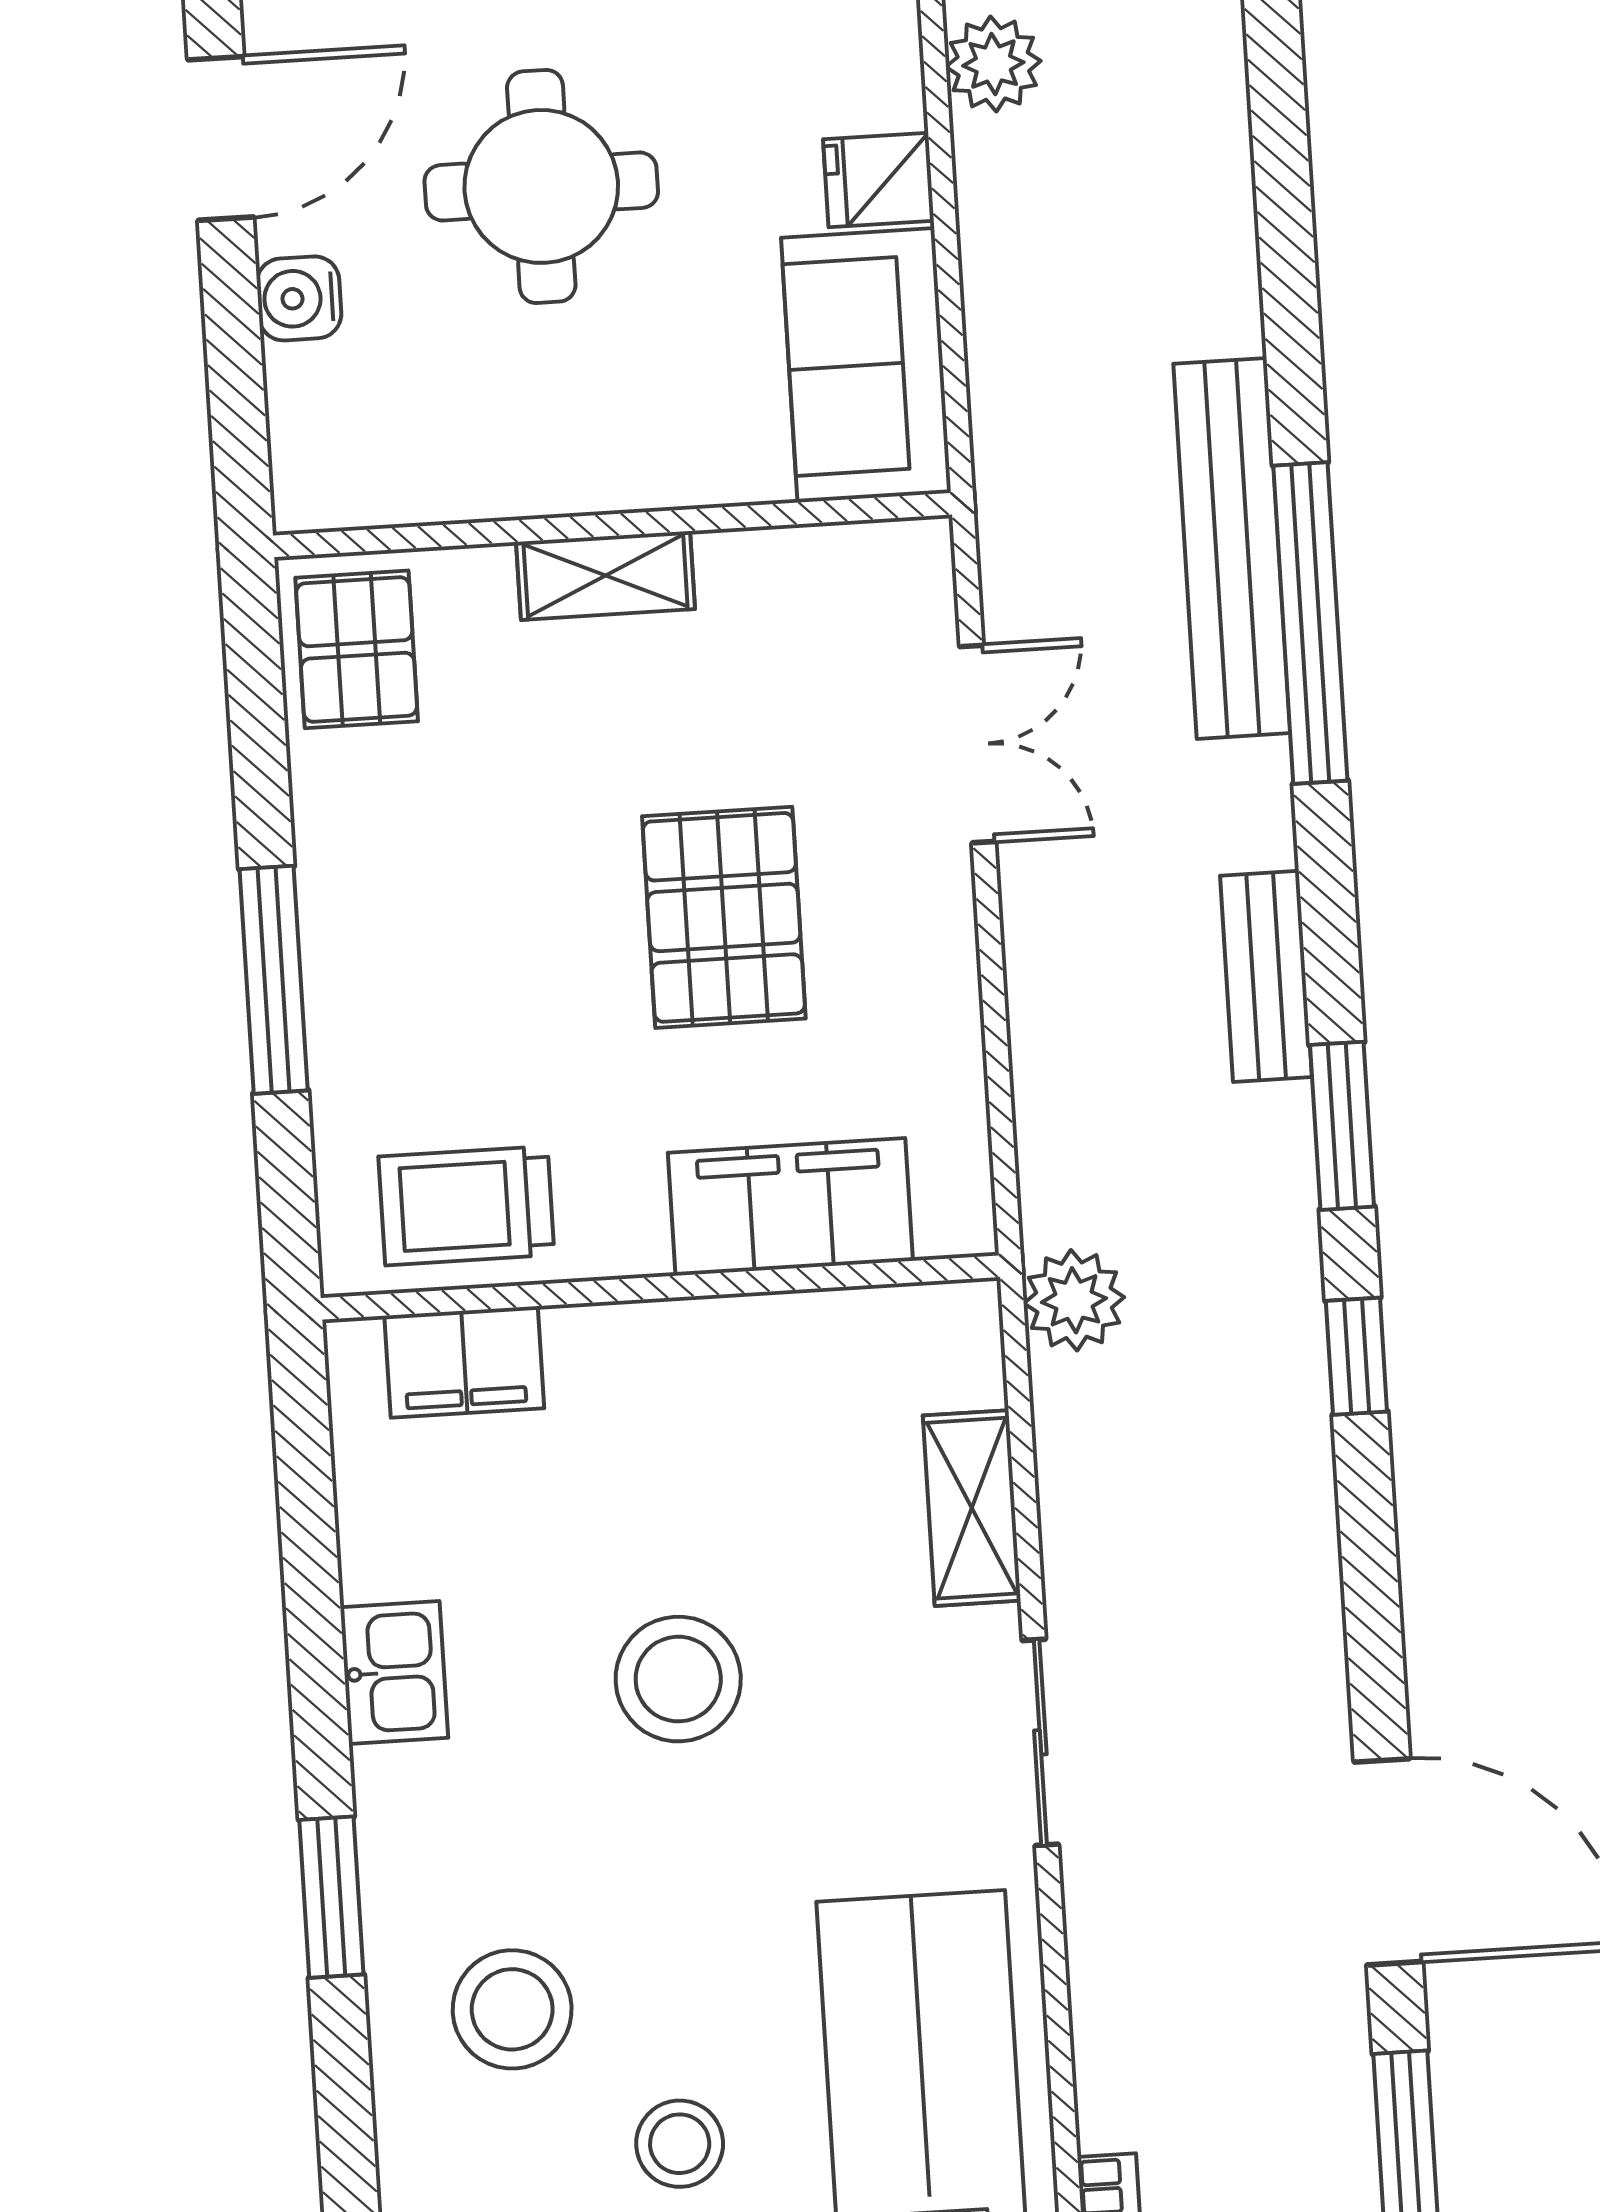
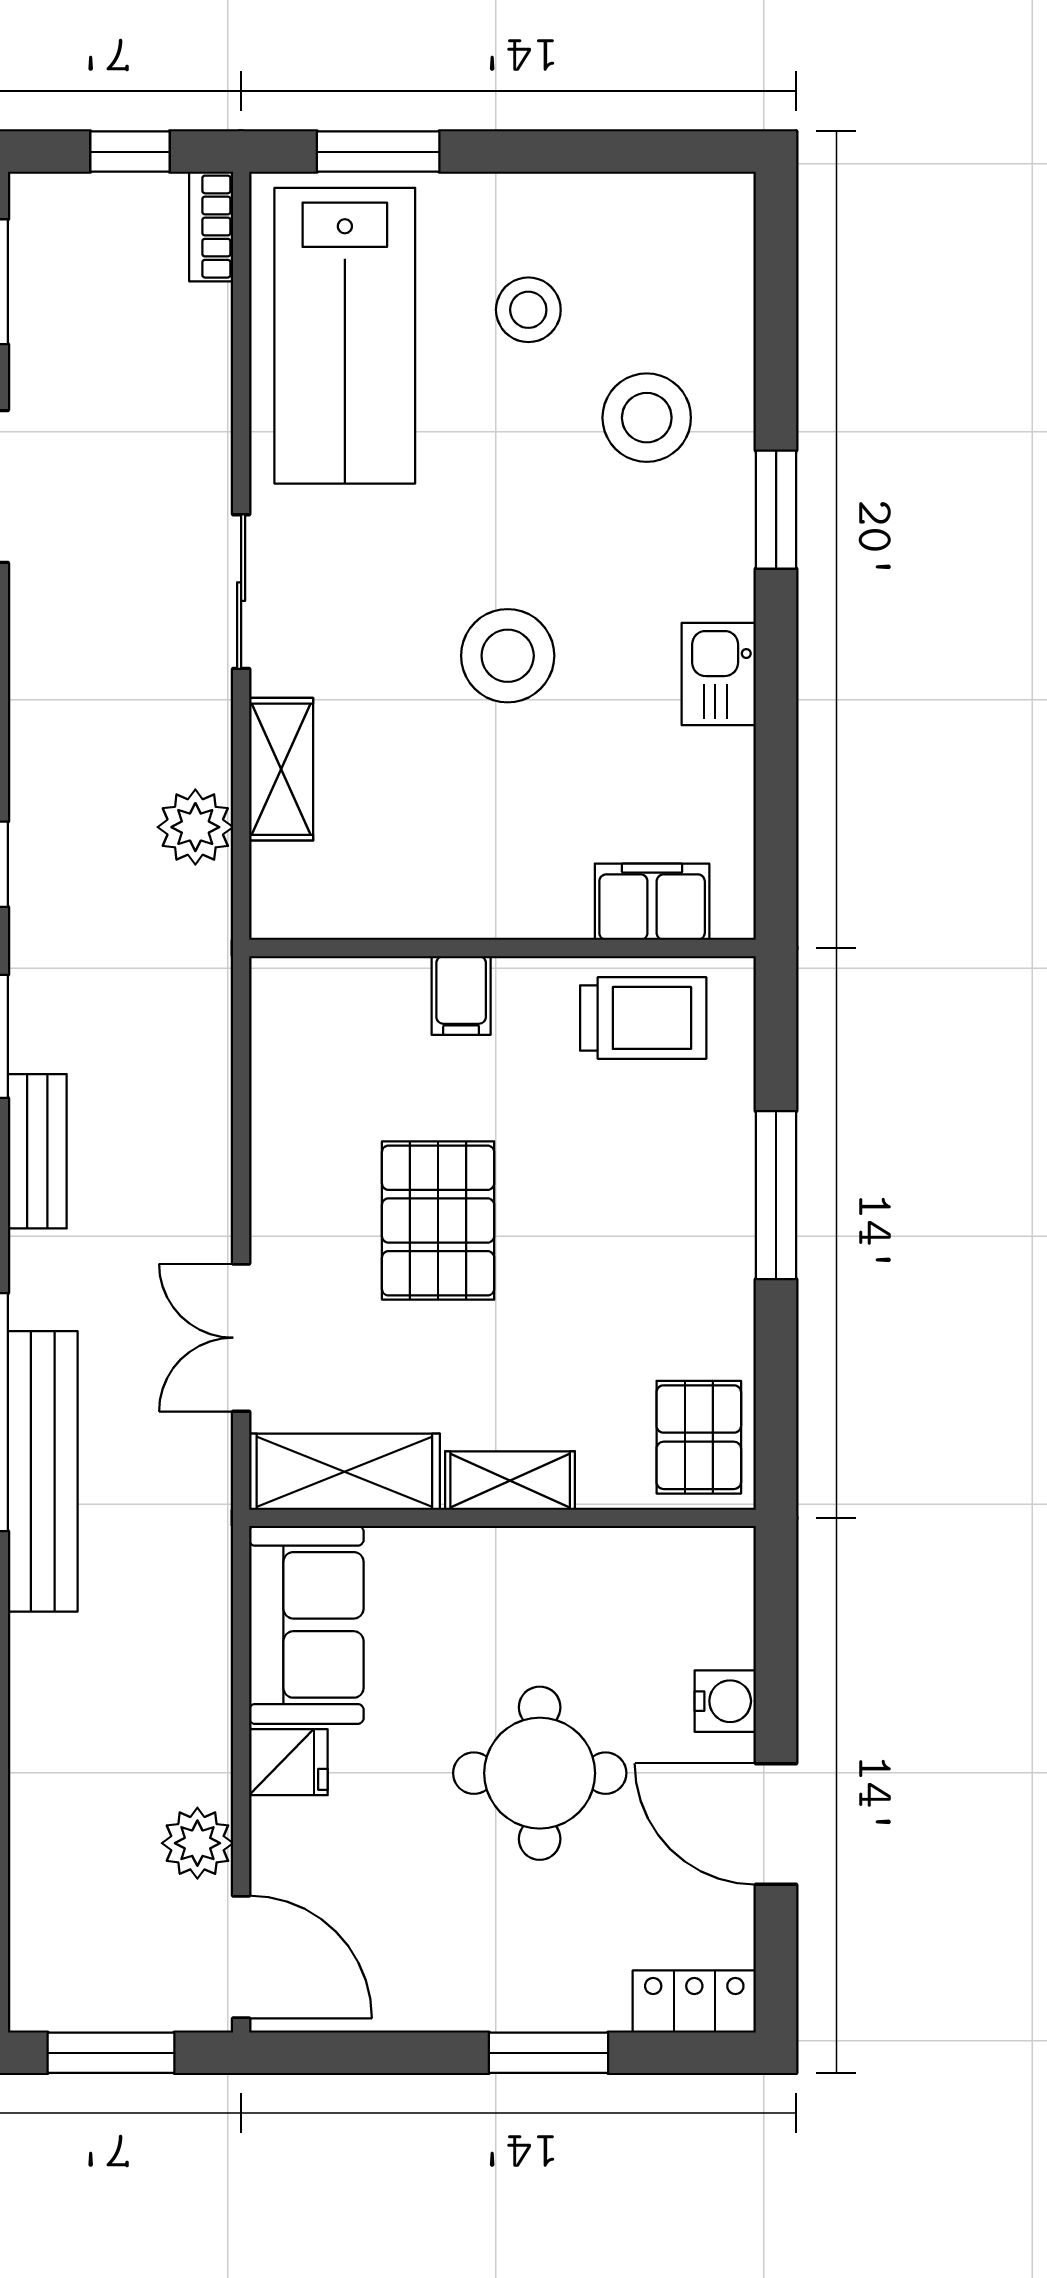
door: (221, 138) -> (776, 1824), hinge flipped
shelving: (828, 573) -> (344, 1472), added
filing cabinet: (790, 1207) -> (461, 995), width x0.33, depth x0.86
plant: (1074, 1300) -> (195, 827), moved

